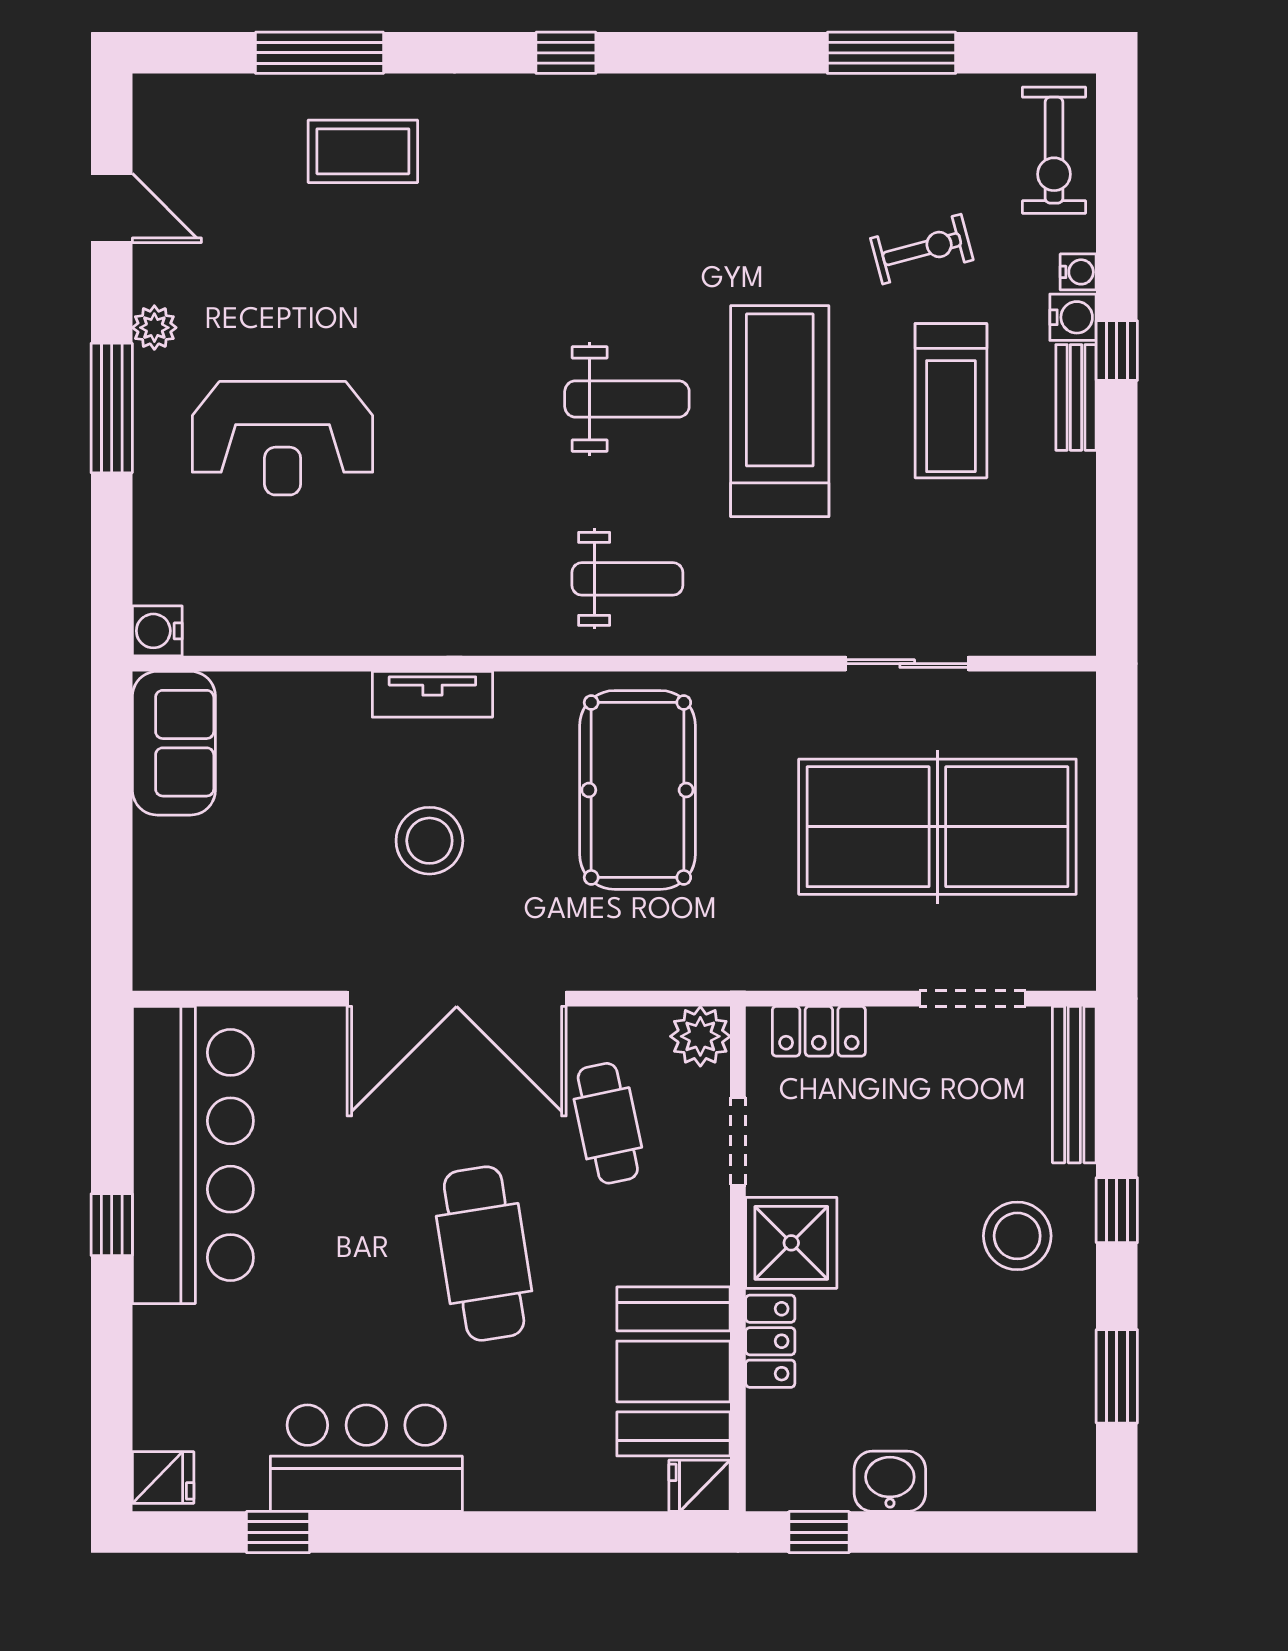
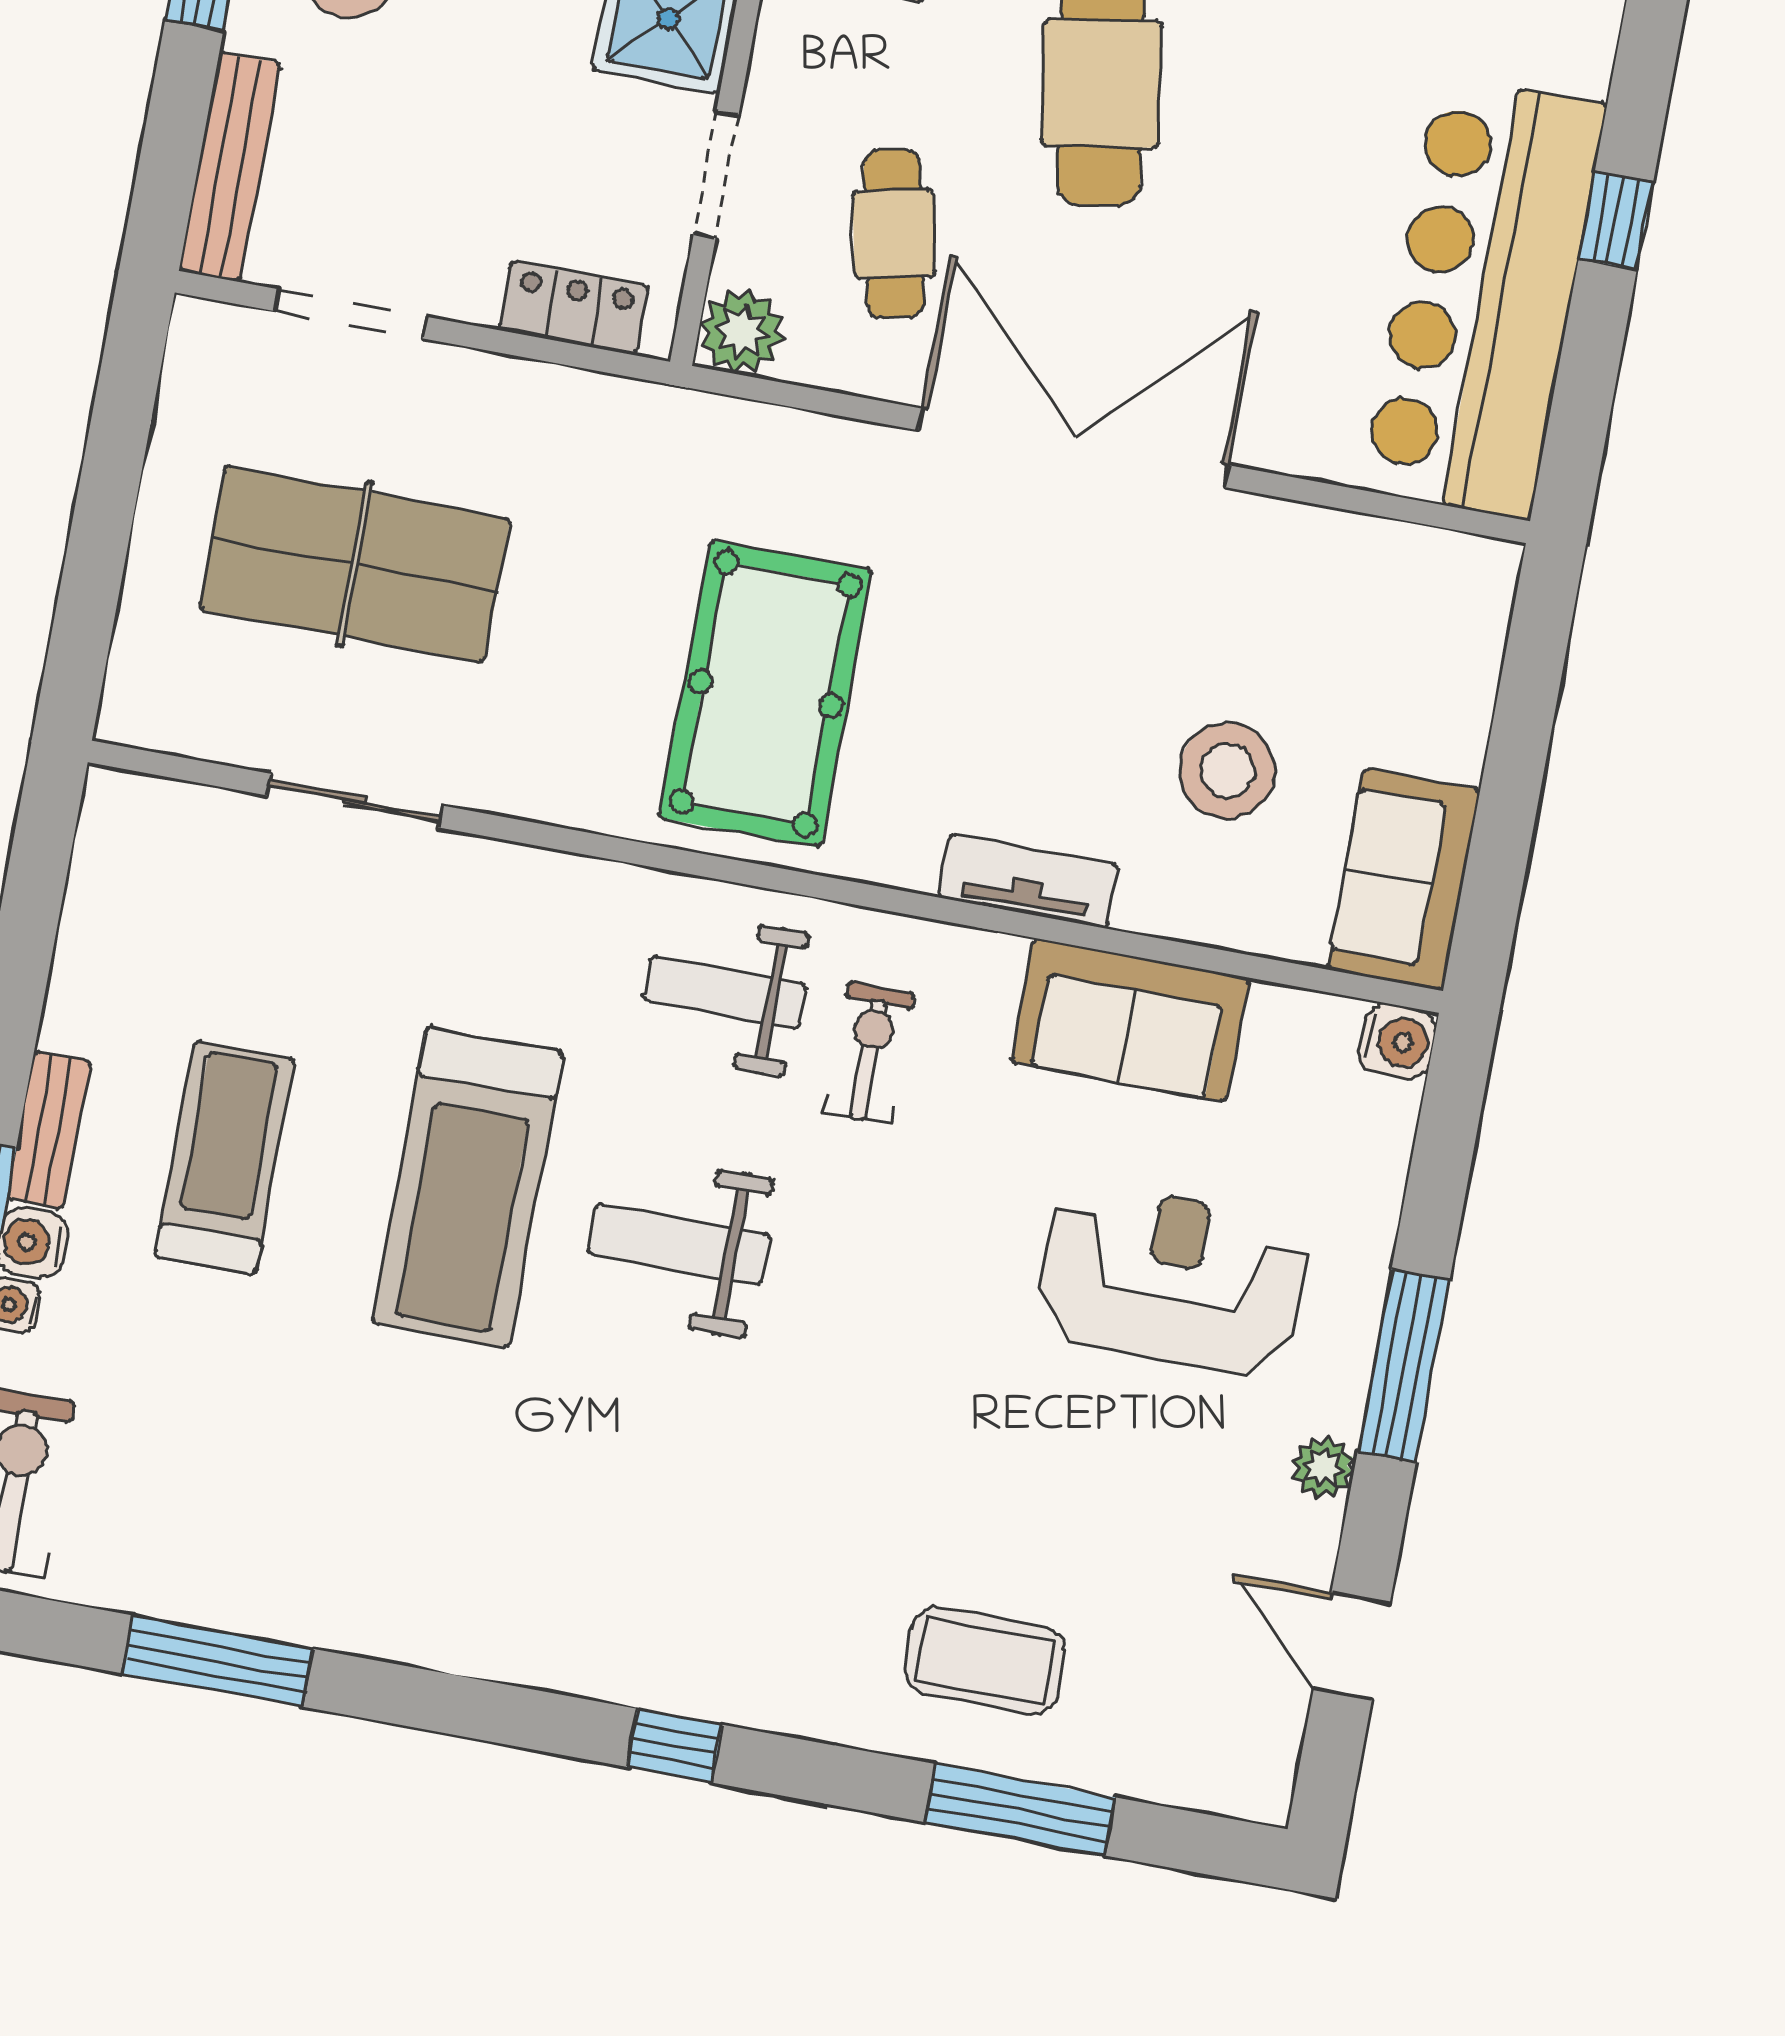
exercise bike: (922, 249) -> (869, 1053), moved, turned 105
sofa: (345, 611) -> (1130, 1020), added
table tennis table: (937, 827) -> (355, 564), width x0.73, depth x0.76
stool: (429, 841) -> (1227, 771), moved

